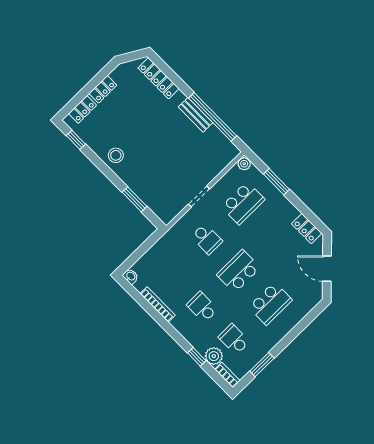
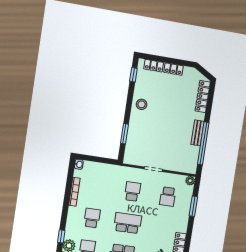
school desk: (243, 203) -> (168, 197), width x0.54
school desk: (207, 239) -> (132, 191), turned 180

